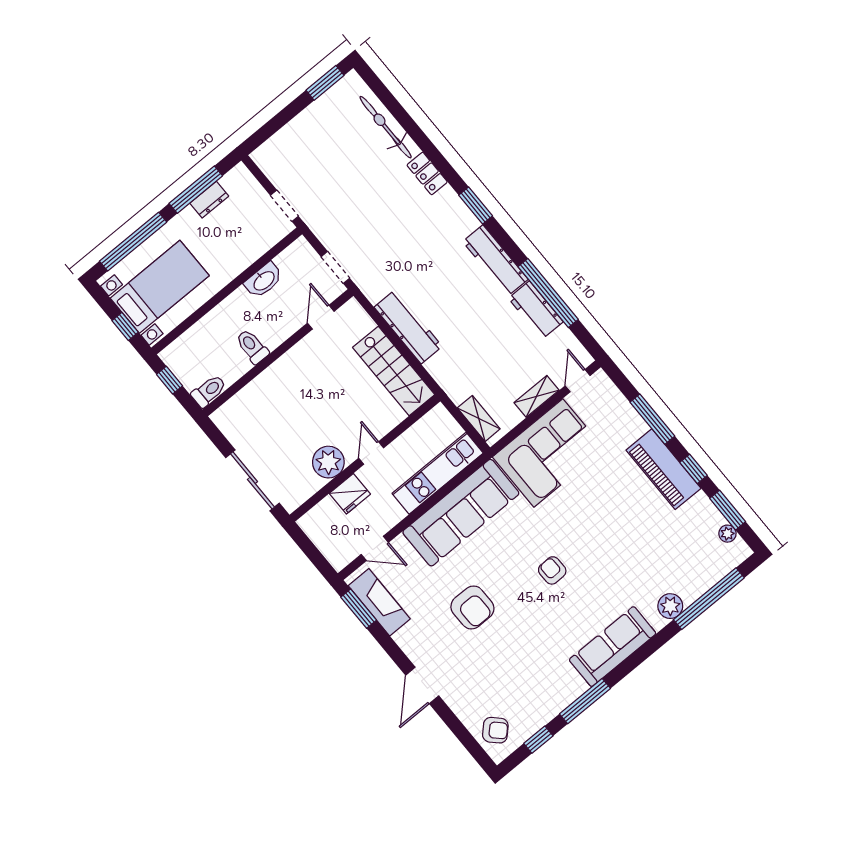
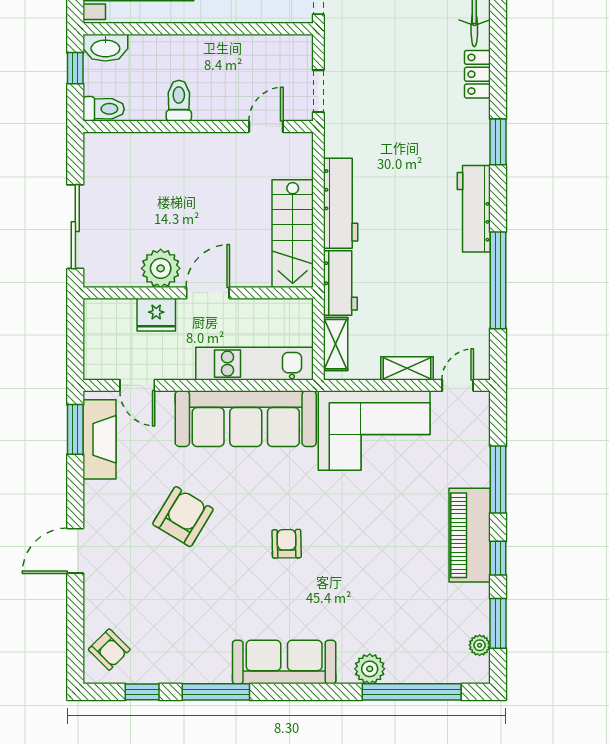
washbasin: (264, 280) -> (105, 48), moved
workbench: (536, 310) -> (340, 283), moved, turned 180
door: (371, 453) -> (208, 293), width x1.38
armchair: (472, 607) -> (183, 517), turned -149

